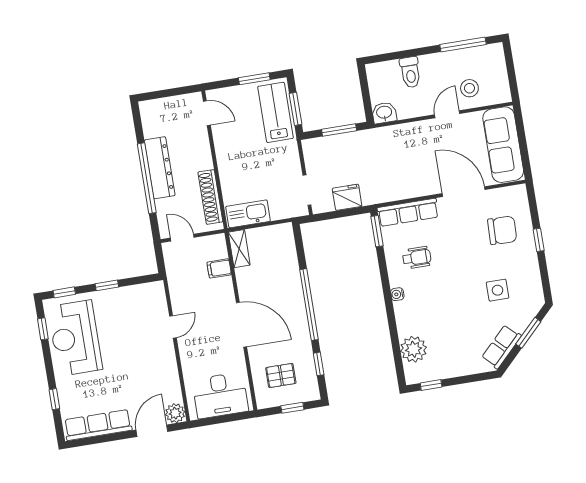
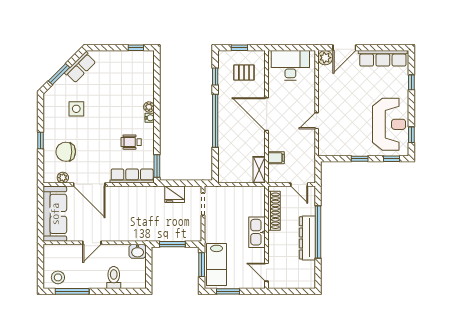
stool: (469, 88) -> (58, 277), moved
plant: (500, 195) -> (63, 178), added
kitchen sink: (248, 214) -> (257, 232), moved, turned 90
plant: (414, 349) -> (149, 107), moved, width x0.53, depth x0.53

